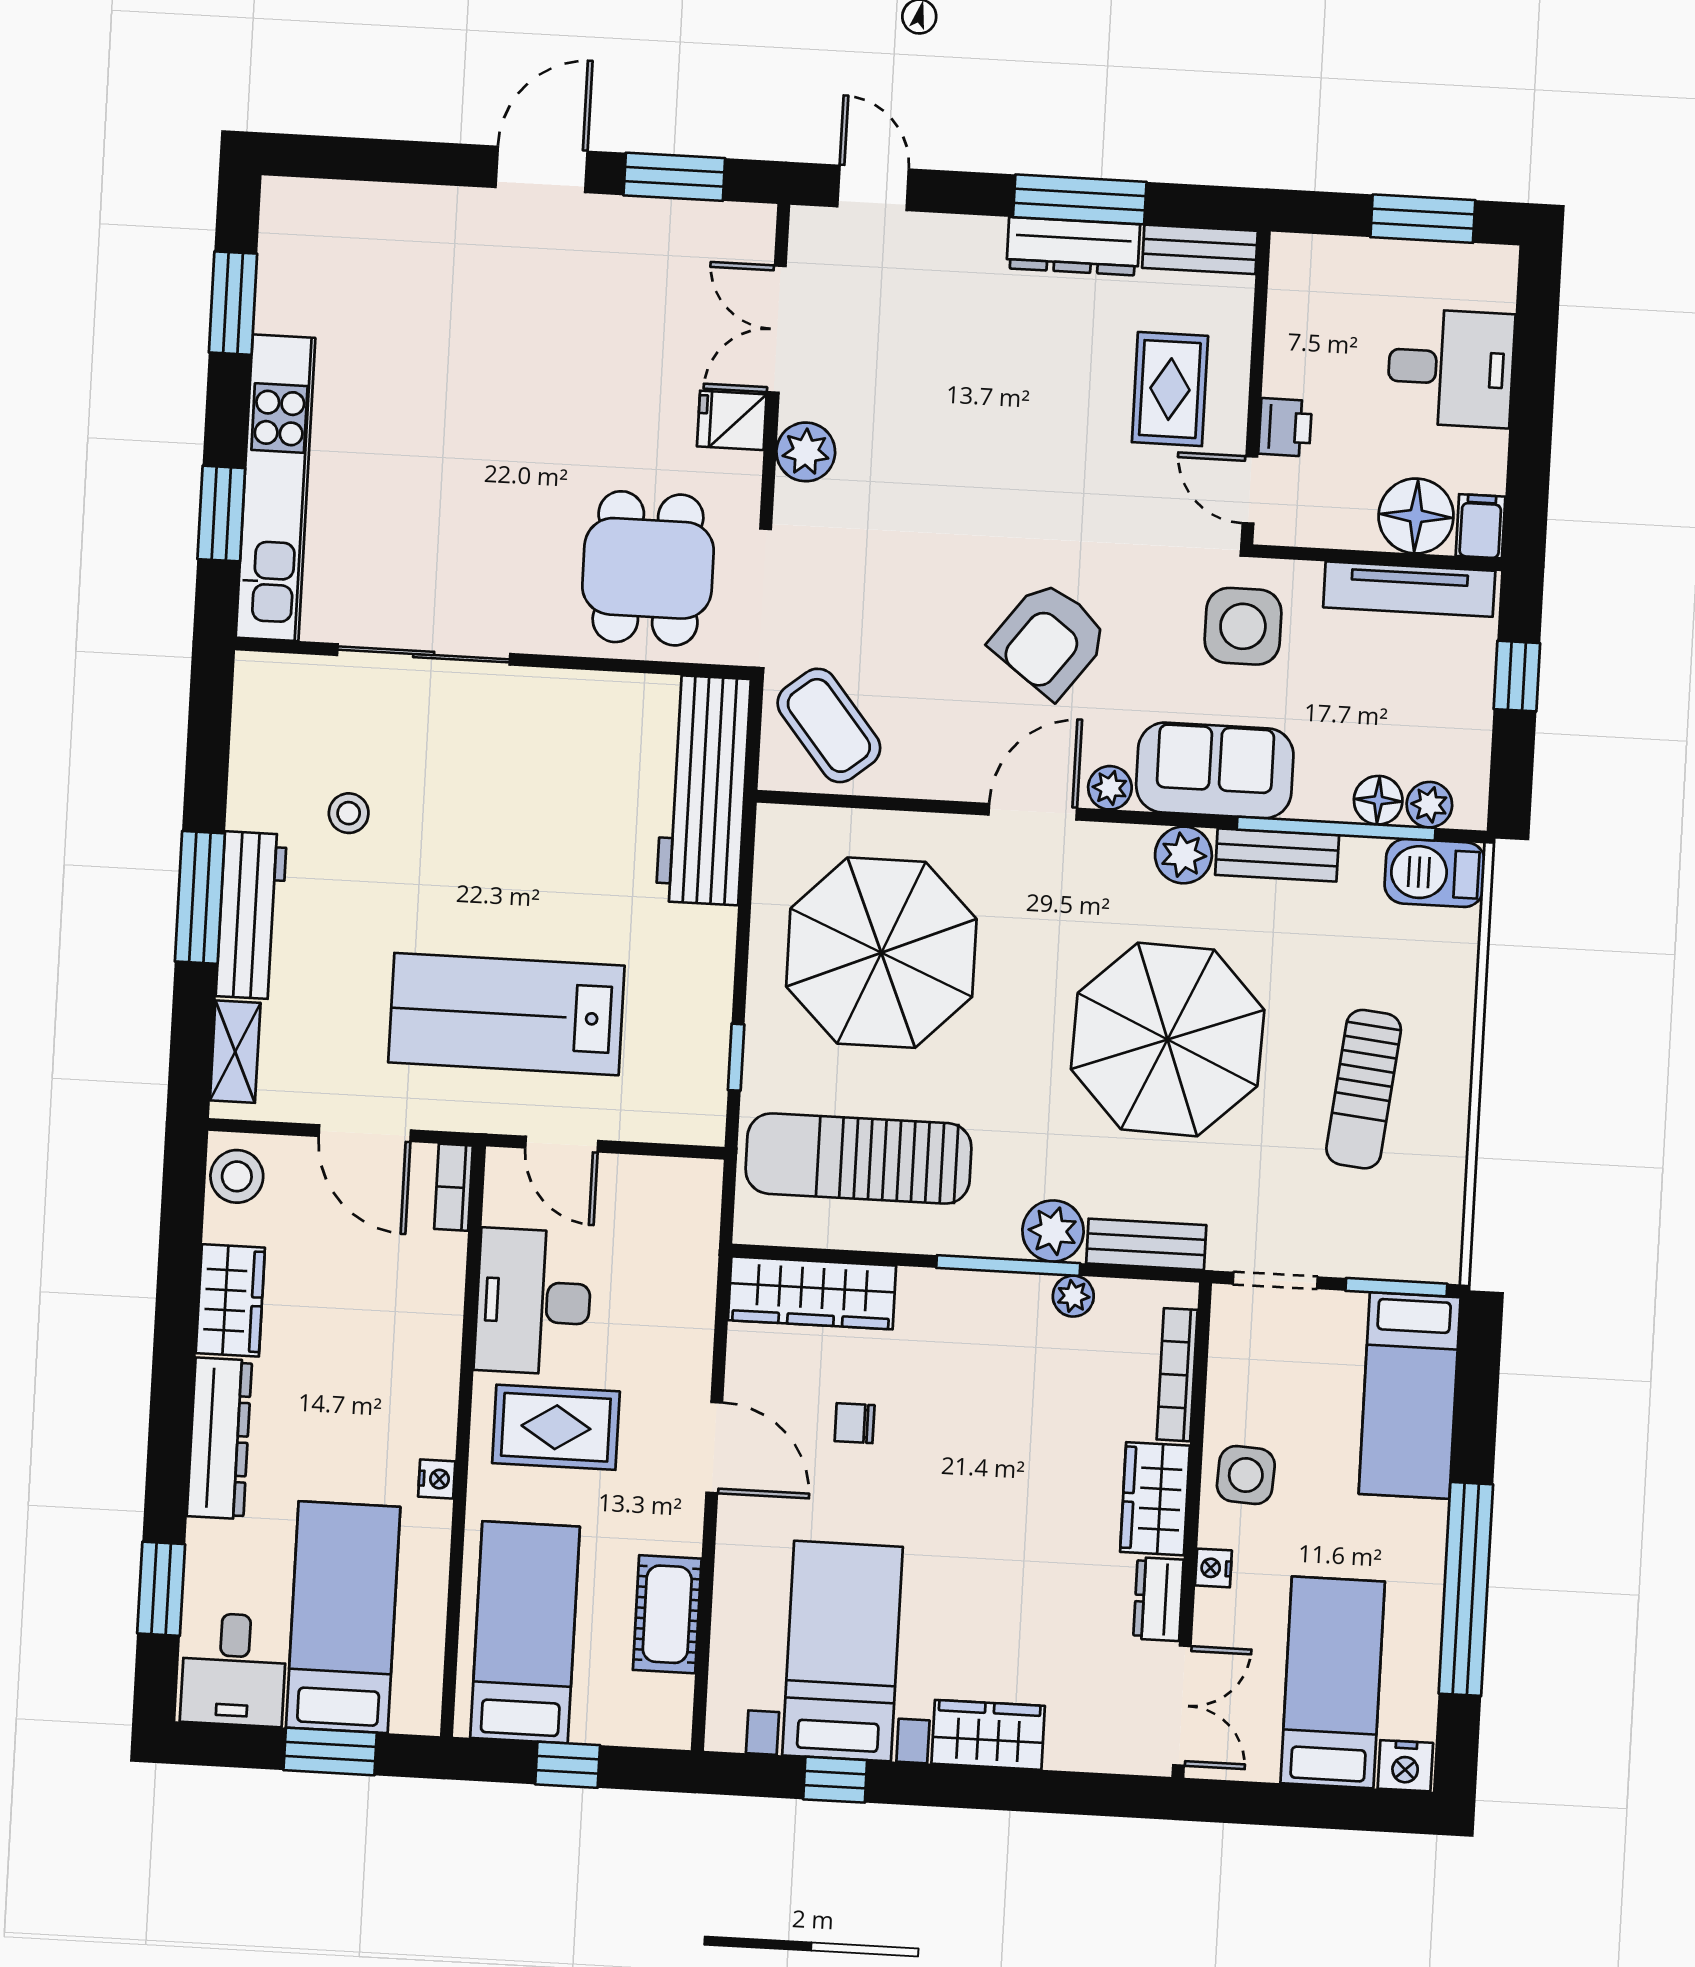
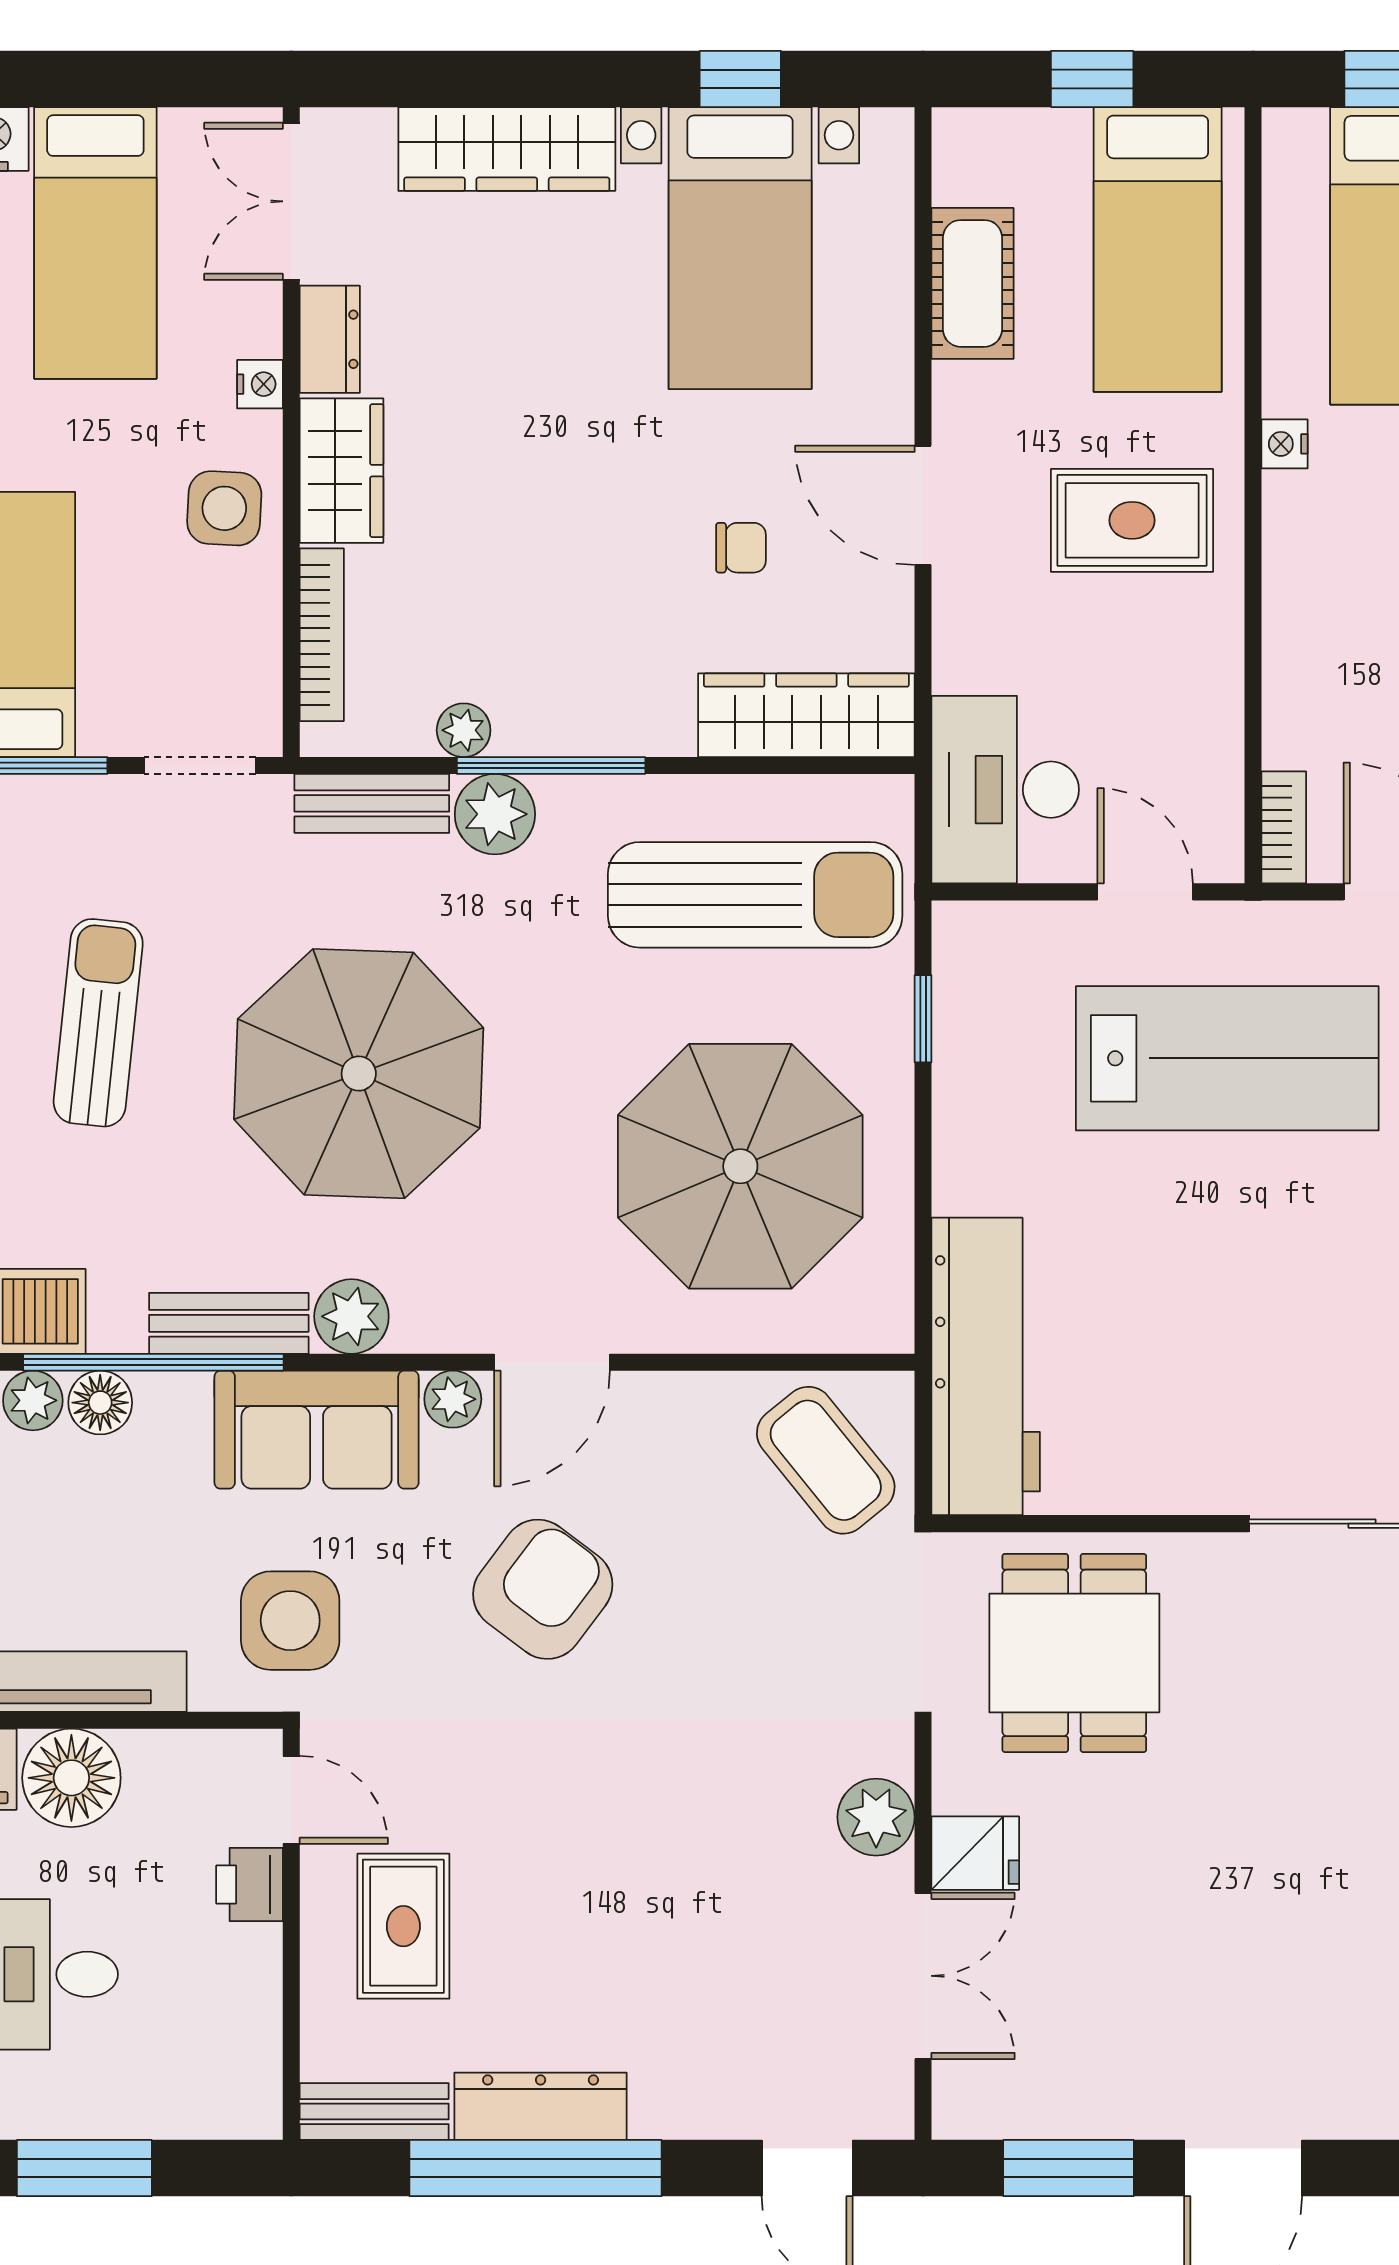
window: (1080, 199) -> (536, 2168), width x1.46
desk: (533, 1302) -> (1005, 790), moved, turned 180
wardrobe: (988, 1735) -> (507, 149), width x1.50

